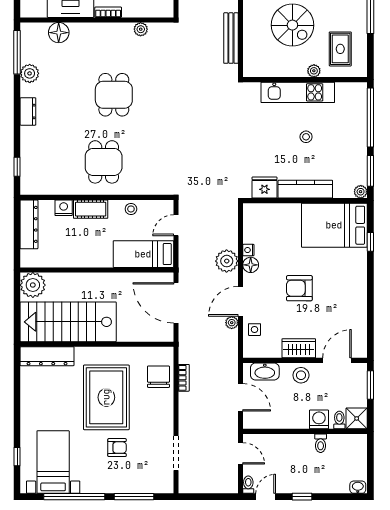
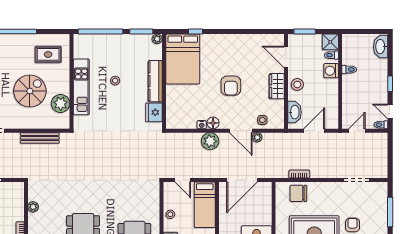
plant: (314, 71) -> (61, 103), moved, width x1.87, depth x1.87
washbasin: (358, 487) -> (381, 47), width x1.91, depth x1.45

